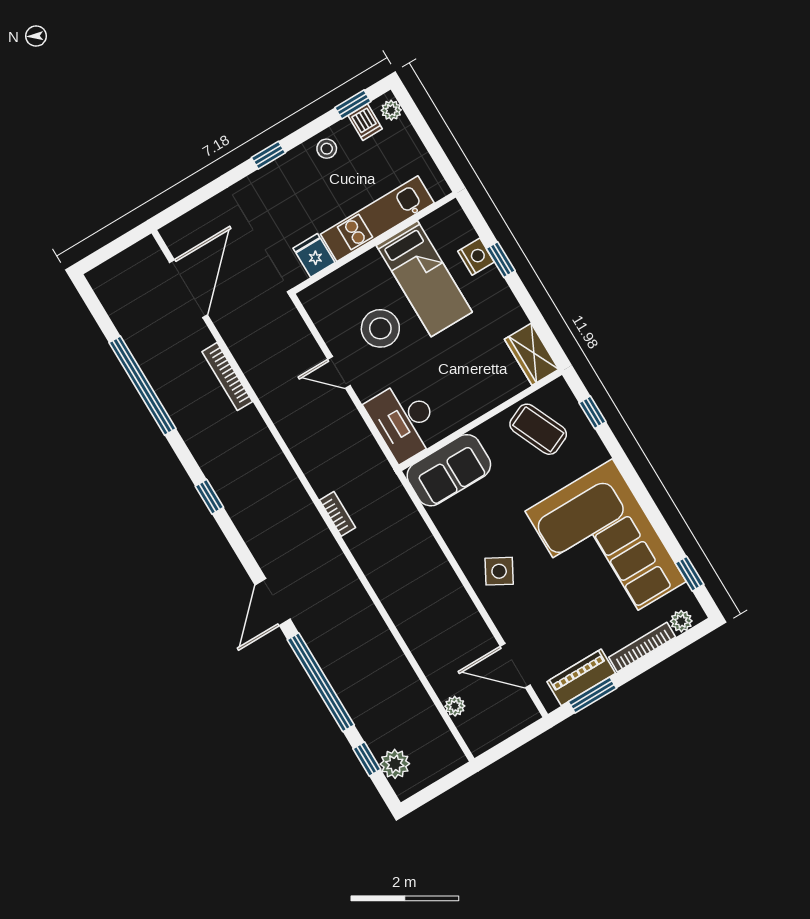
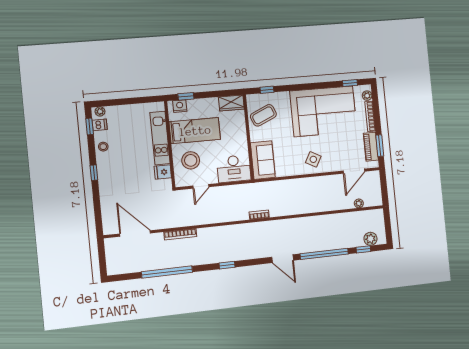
kitchen unit: (377, 219) -> (160, 138), moved
wall: (374, 243) -> (170, 144), moved
fridge: (314, 255) -> (163, 172), moved
bed: (424, 279) -> (195, 131), moved

